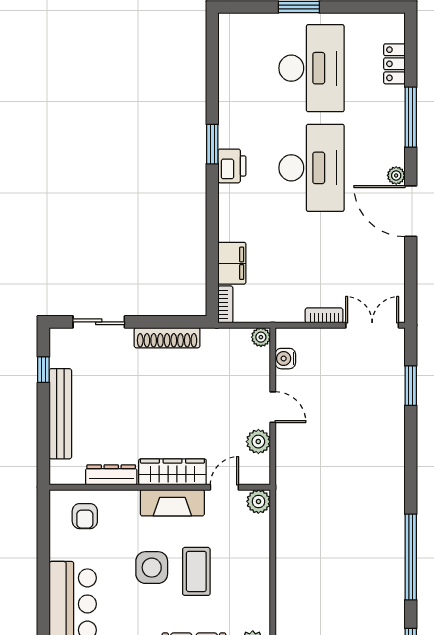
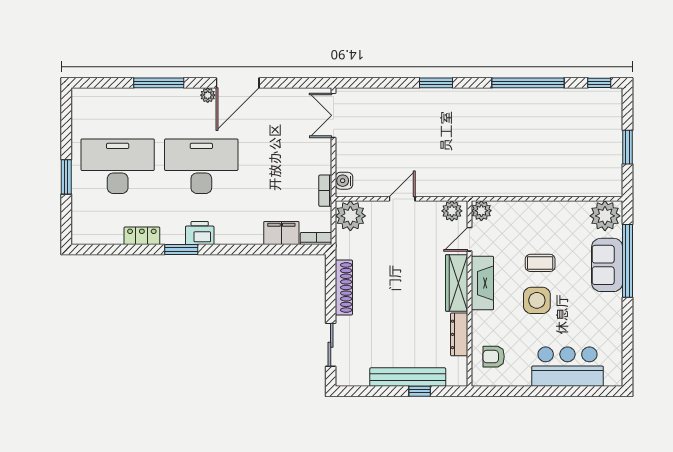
locker: (394, 64) -> (142, 236), moved, turned 180
bookcase: (324, 315) -> (325, 191), moved
plant: (261, 337) -> (350, 216), width x1.87, depth x1.87
water cooler: (285, 359) -> (344, 181), moved, turned 90
window: (43, 370) -> (420, 391), moved
window: (411, 386) -> (436, 83), moved
plant: (258, 442) -> (452, 211), moved
door: (224, 487) -> (469, 239), hinge flipped
armchair: (85, 516) -> (494, 357), turned 180
coffee table: (196, 571) -> (540, 263), width x0.73, depth x0.77

